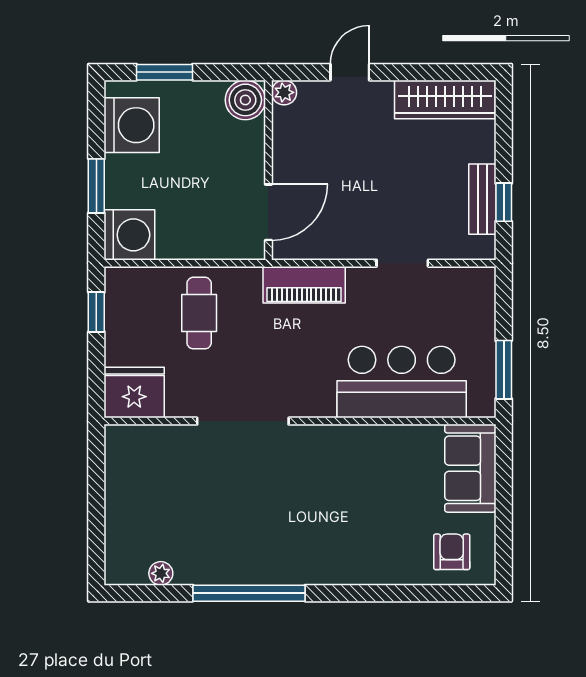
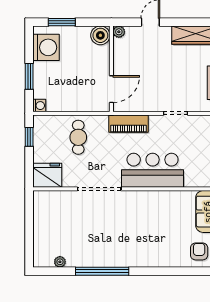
washing machine: (129, 235) -> (39, 106), width x0.53, depth x0.53
bar counter: (402, 382) -> (153, 170), moved

